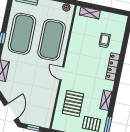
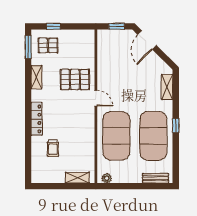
pallet: (73, 104) -> (75, 79), moved, turned 90

